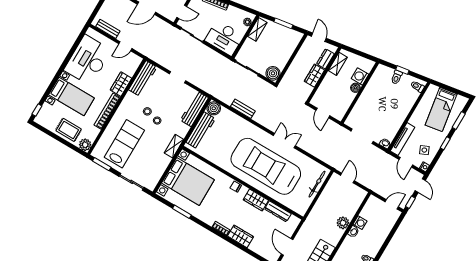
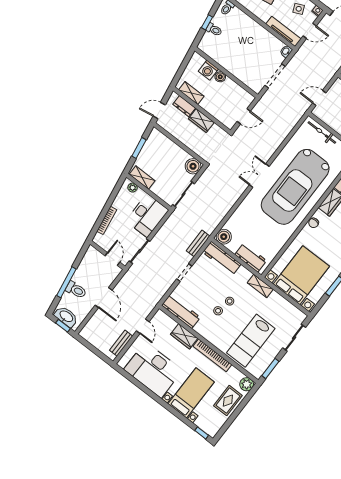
bench: (243, 109) -> (198, 243), moved
workbench: (201, 130) -> (251, 258), width x0.73
double door: (284, 141) -> (259, 176), moved
lab bench: (124, 144) -> (251, 341), turned -90

